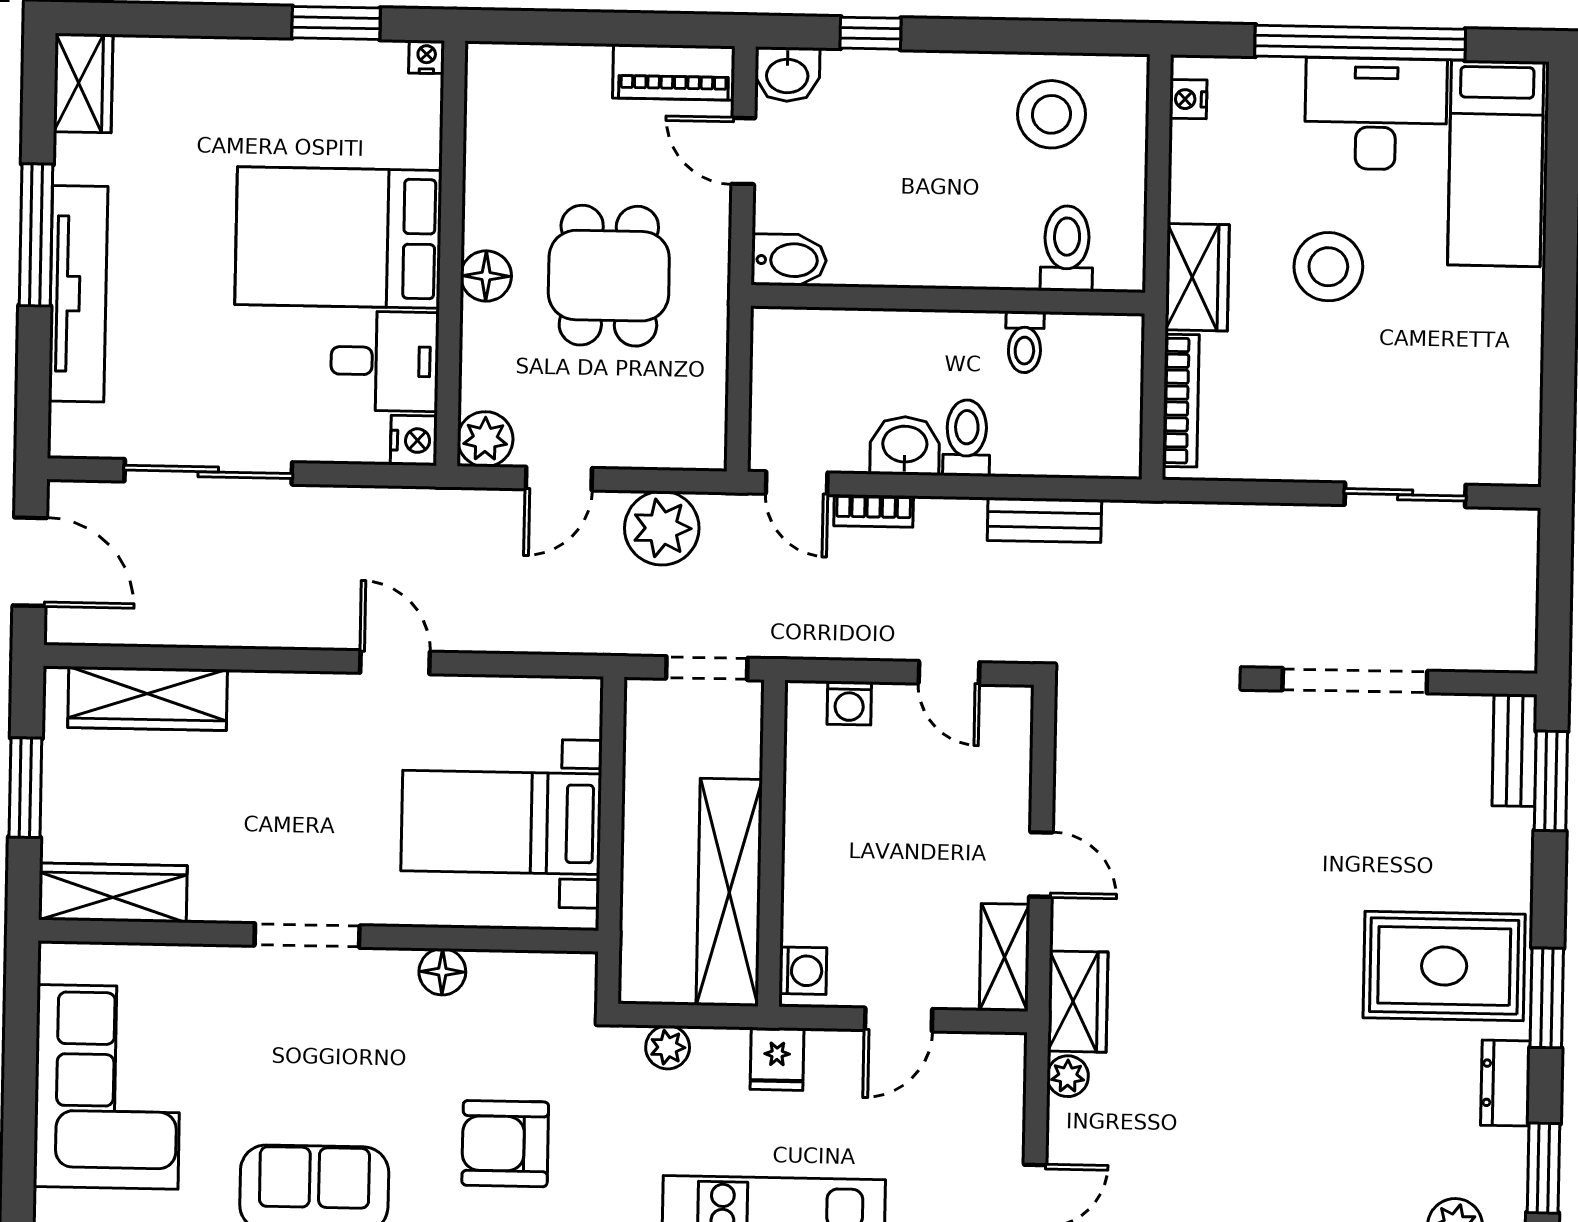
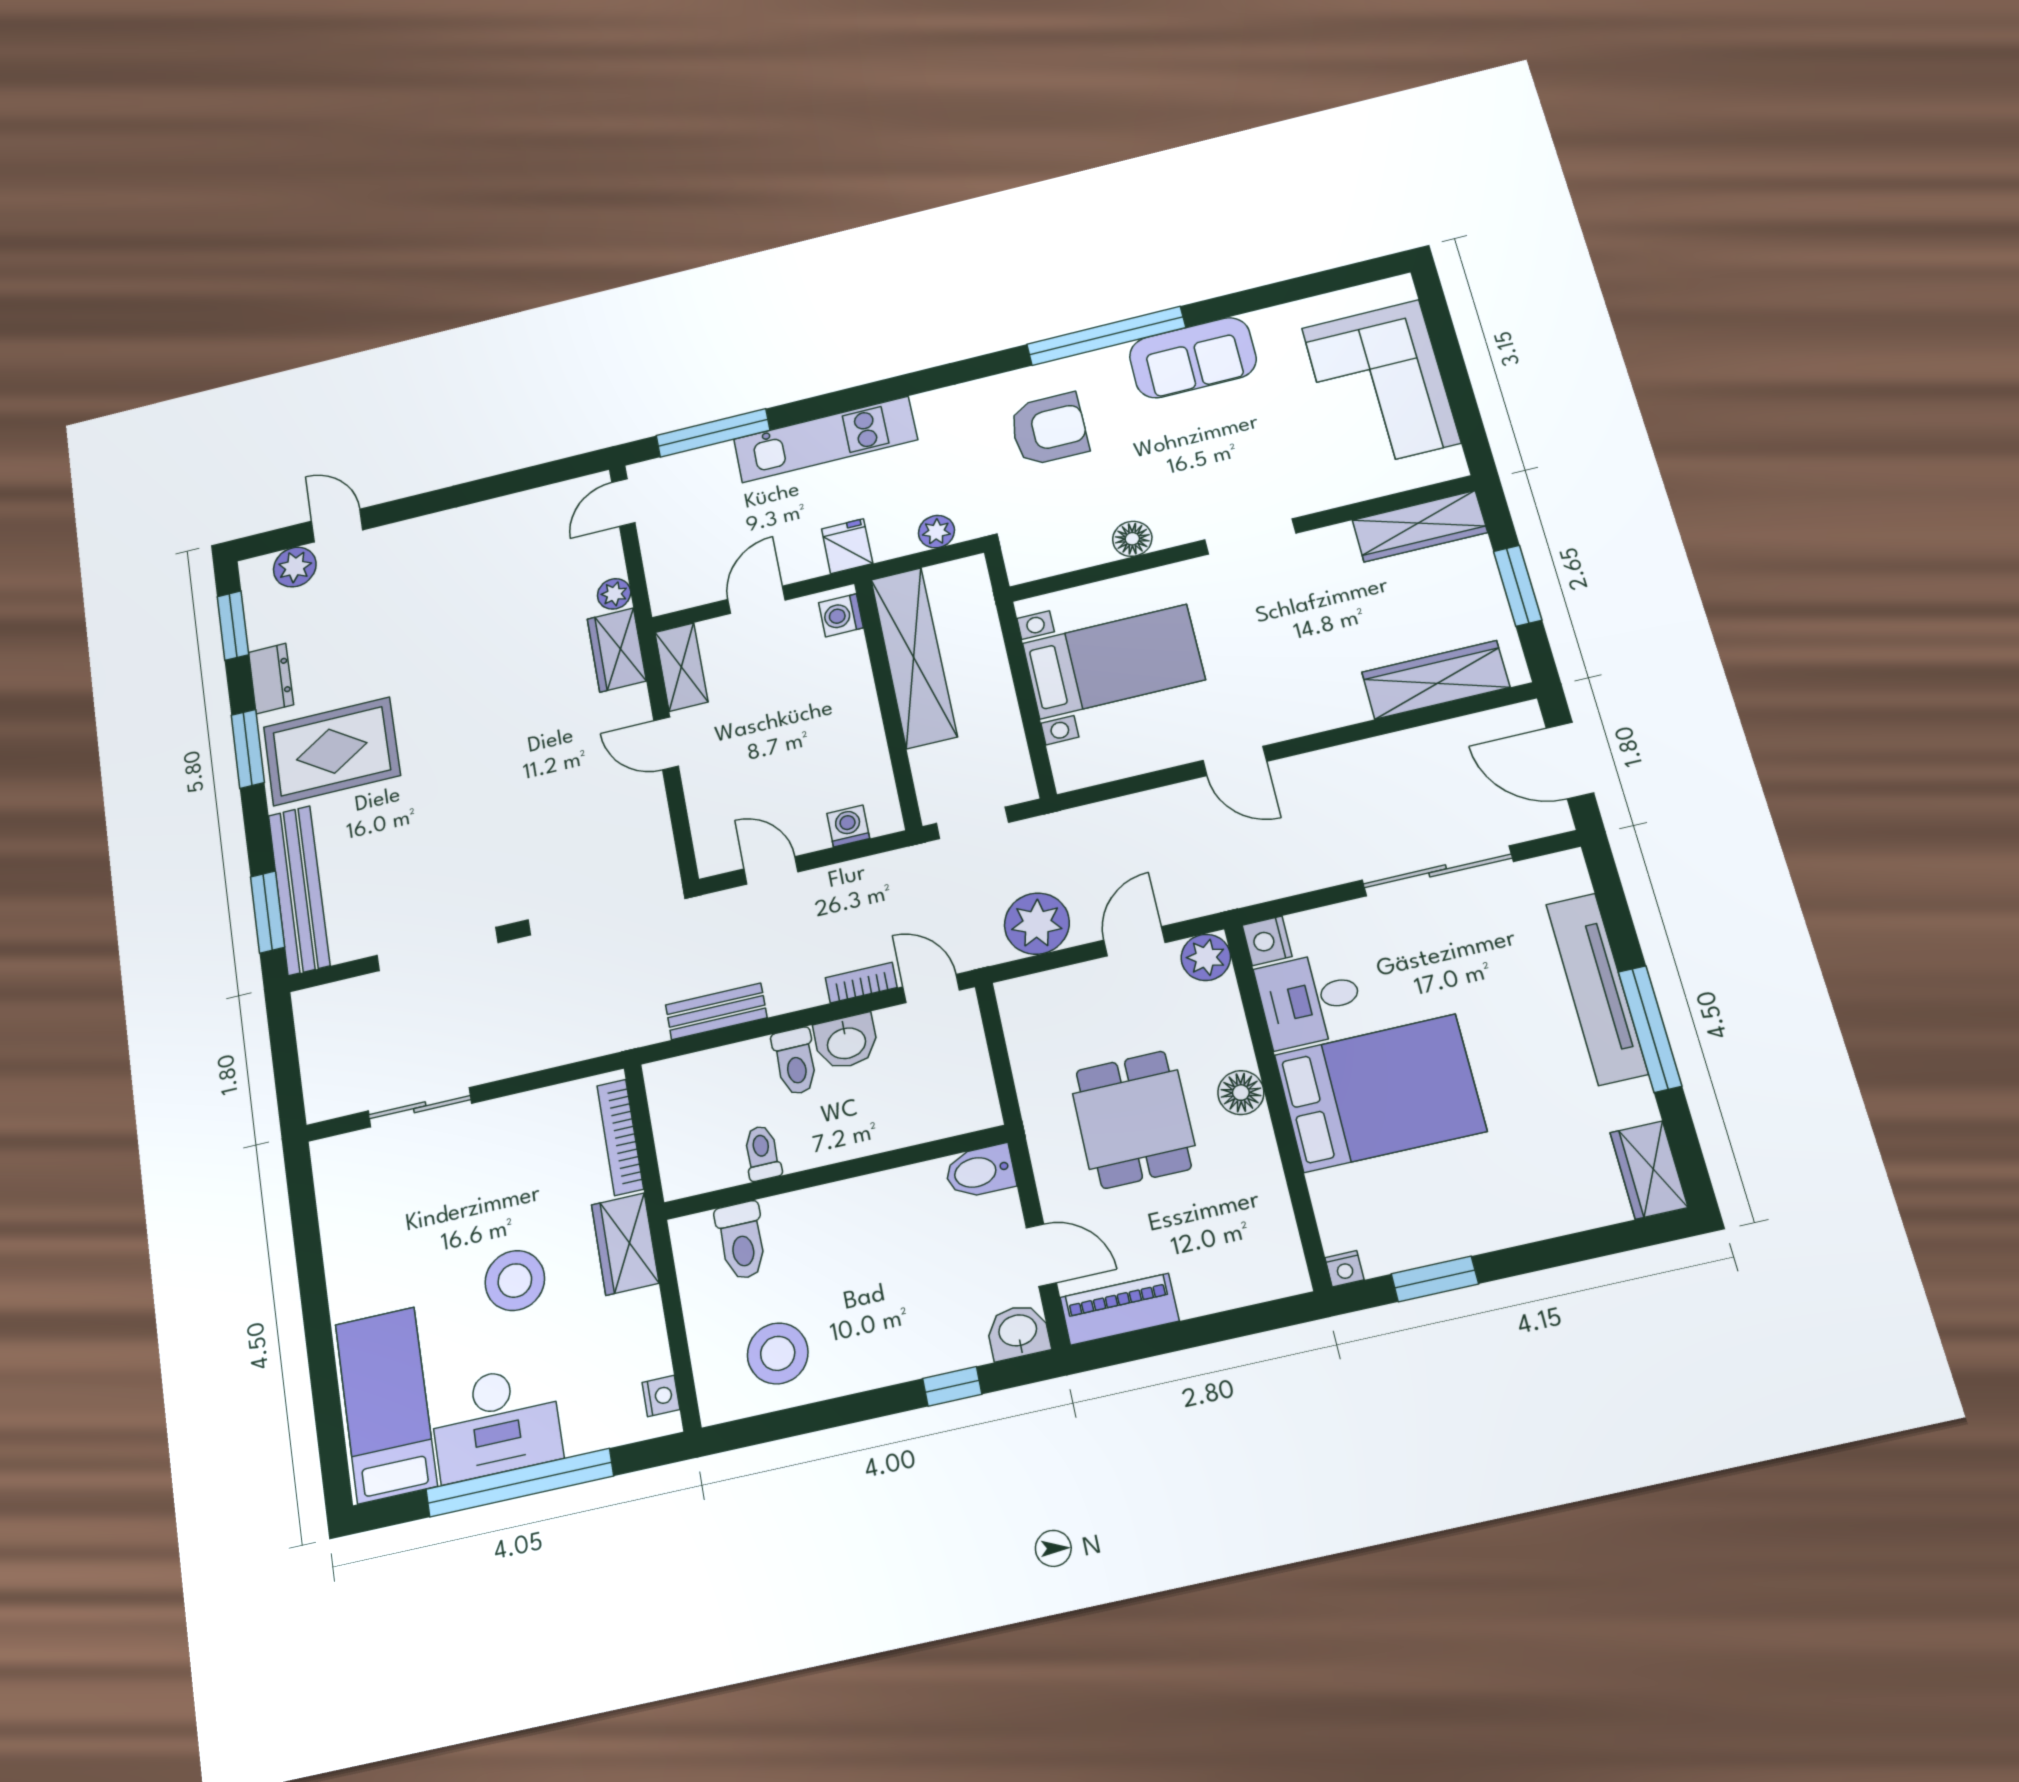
bench: (1515, 750) -> (299, 890), width x1.86, depth x1.21

